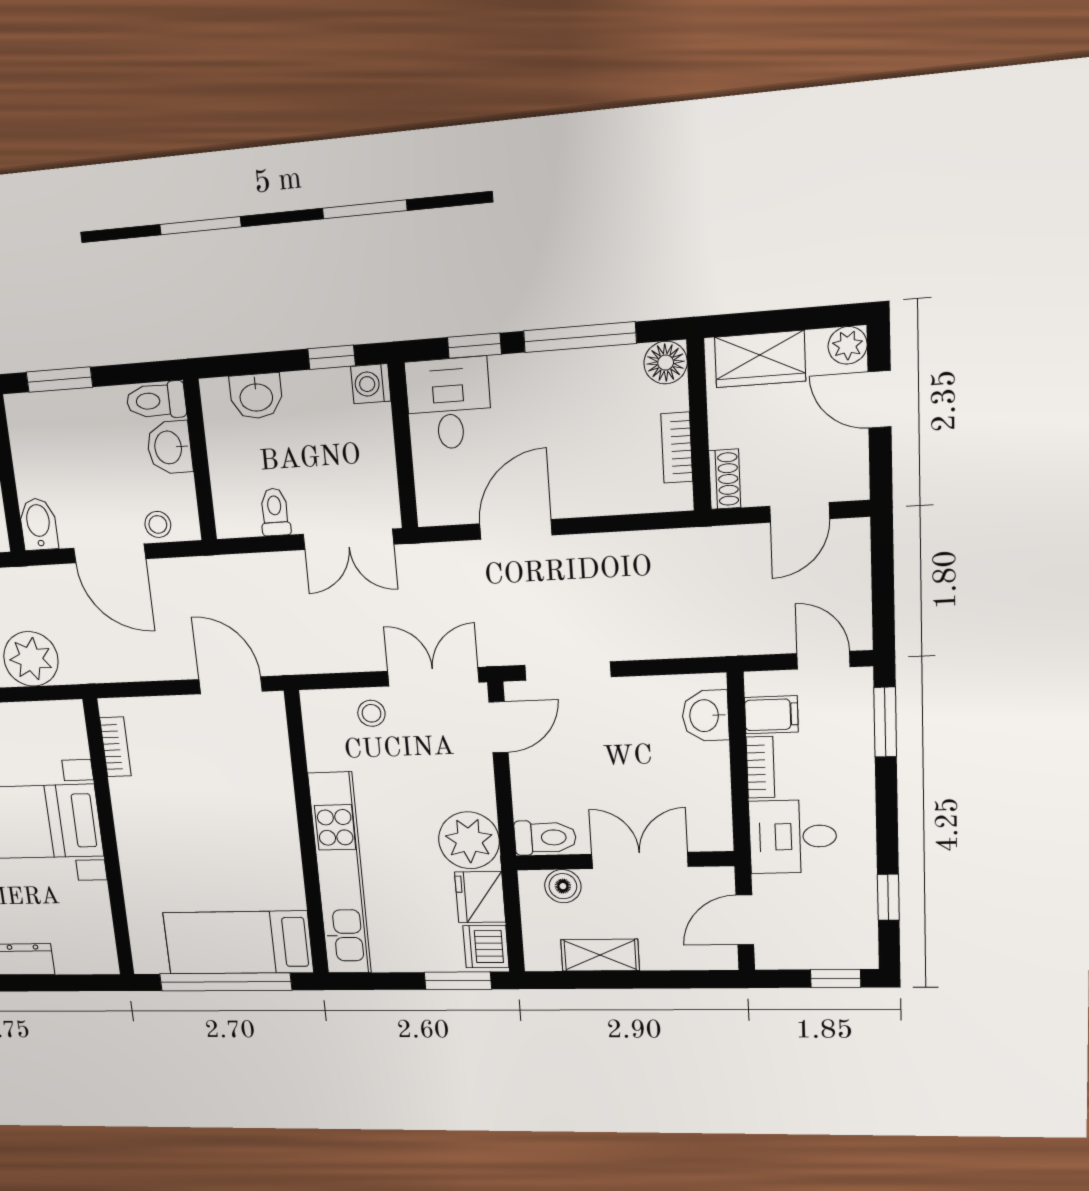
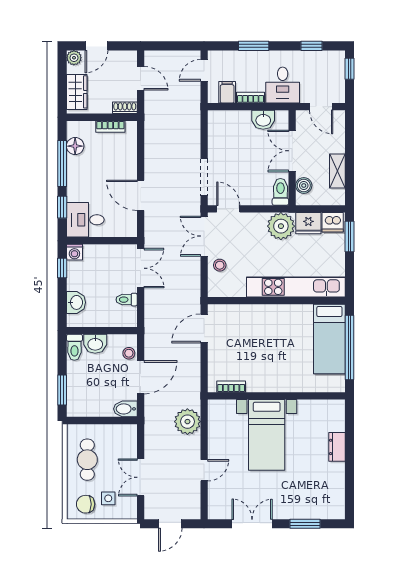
floor lamp: (666, 363) -> (75, 146), moved
washbasin: (705, 716) -> (263, 120), moved
window: (885, 722) -> (254, 46), moved

